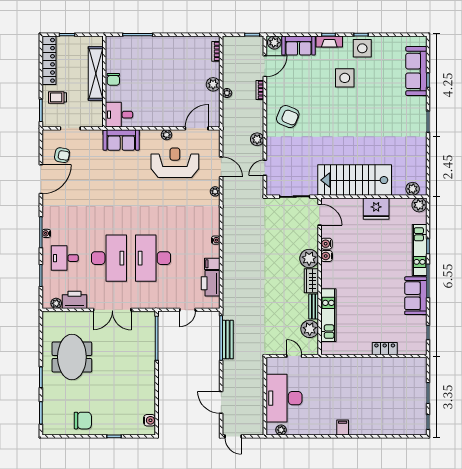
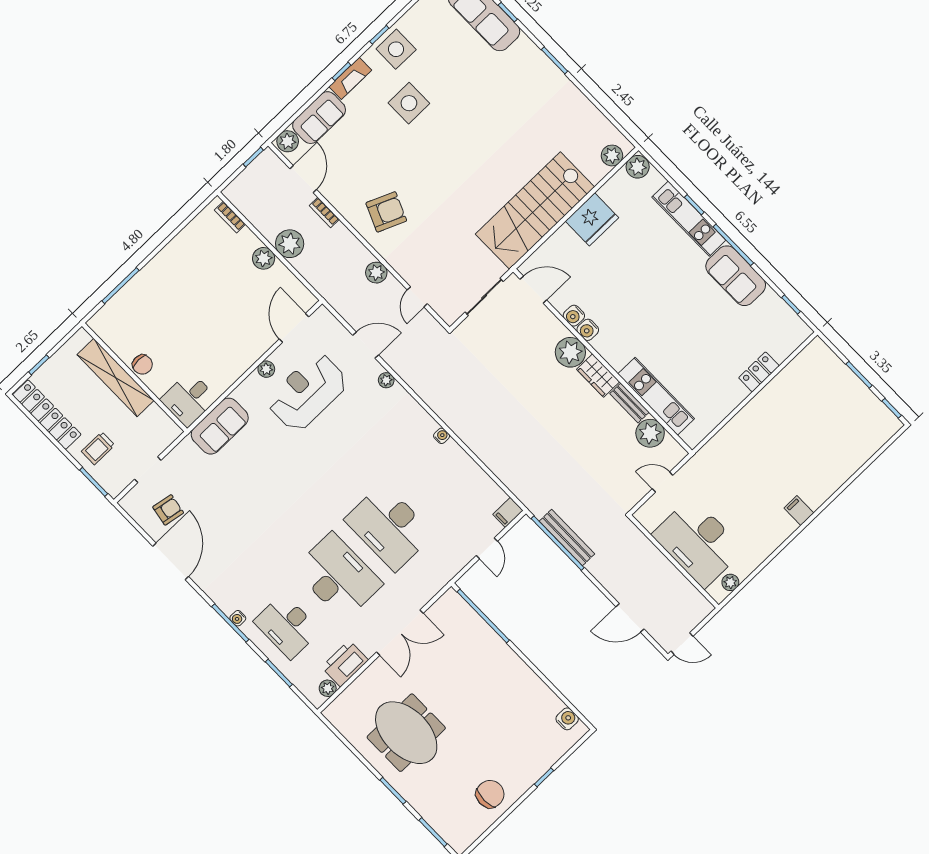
plant: (227, 93) -> (290, 244), width x1.87, depth x1.87
desk: (65, 258) -> (287, 626), width x1.37
filing cabinet: (212, 264) -> (508, 512), moved
printer: (211, 283) -> (484, 492), removed

